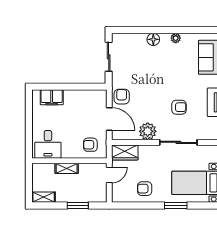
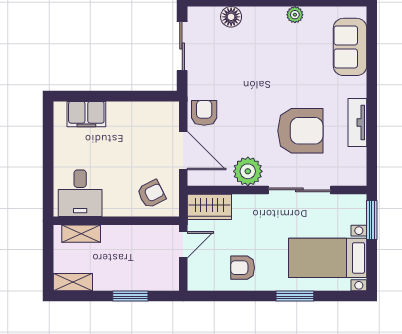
floor lamp: (153, 39) -> (231, 17), moved
armchair: (179, 107) -> (300, 131), width x1.88, depth x1.88
armchair: (90, 145) -> (151, 194), turned 153
shelving: (67, 168) -> (81, 234), moved

